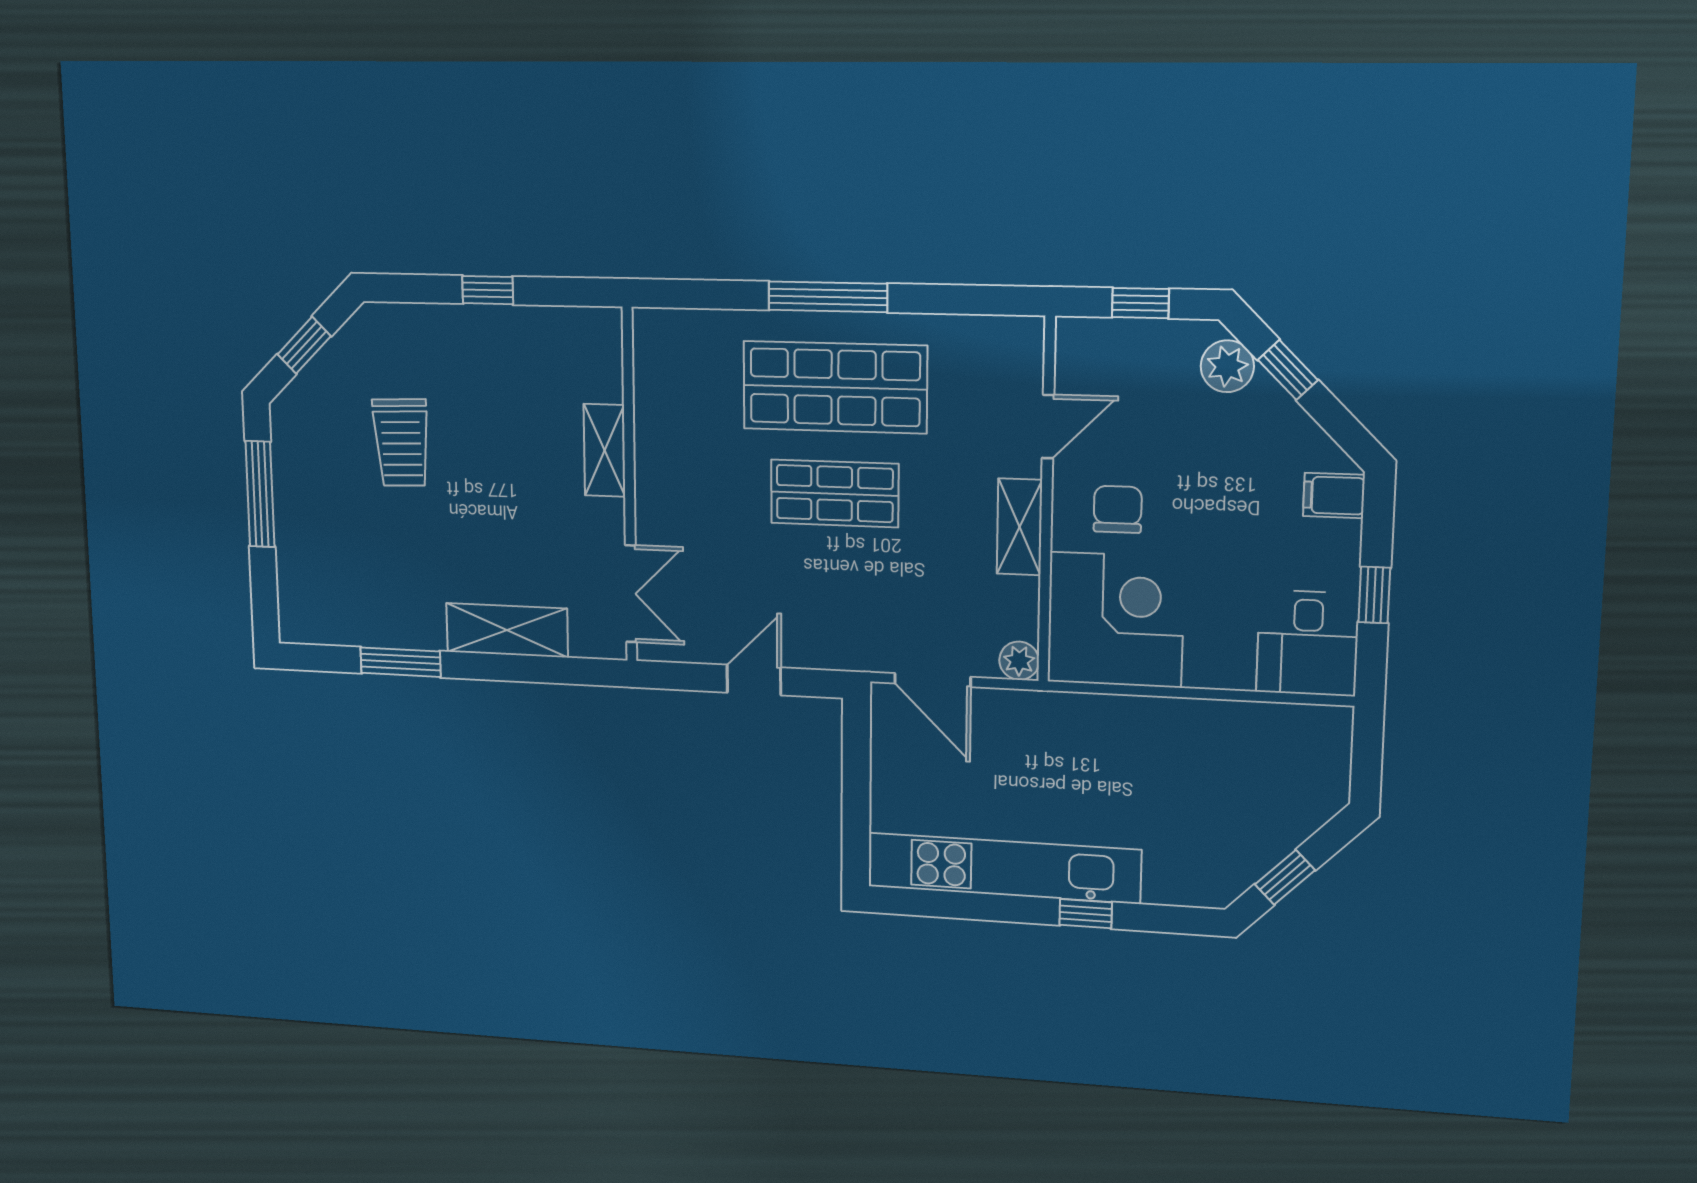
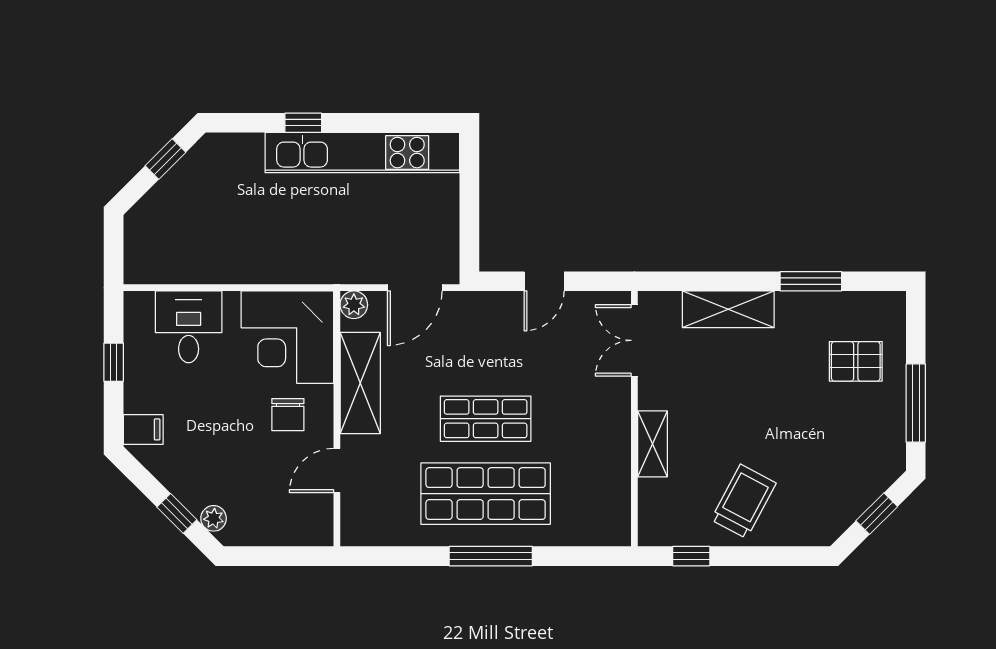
window: (488, 290) -> (691, 556), moved
window: (1140, 303) -> (276, 556), removed
plant: (1227, 366) -> (214, 518), width x0.73, depth x0.73
trolley: (401, 443) -> (743, 501), moved, turned 30
shelving: (1020, 527) -> (360, 383), width x1.50, depth x1.33
pallet: (339, 553) -> (856, 361), added
desk: (1308, 643) -> (189, 327), moved
door: (933, 680) -> (415, 288), swing flipped

